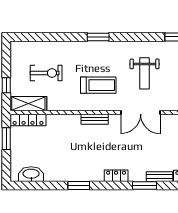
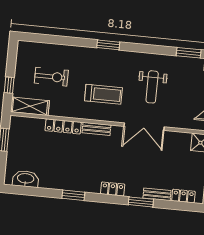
locker: (28, 120) -> (63, 126), moved

